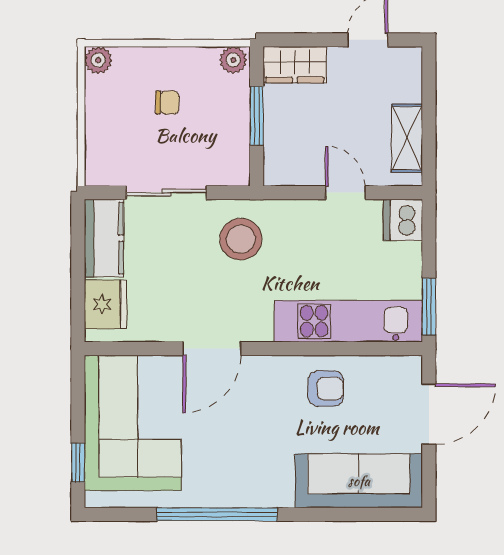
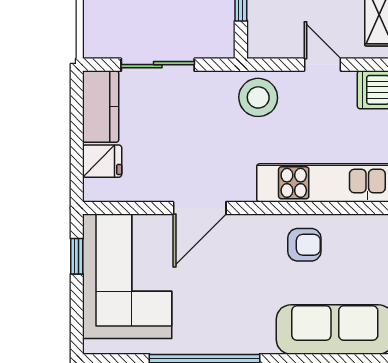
stool: (241, 239) -> (258, 97), moved
fridge: (106, 304) -> (102, 161), width x0.72
window: (78, 463) -> (77, 256), moved

